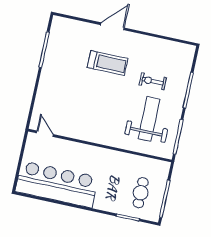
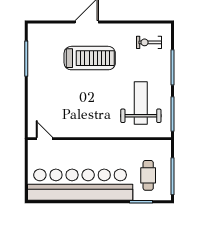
treadmill: (108, 63) -> (90, 58), width x1.37, depth x1.38
exercise bike: (153, 81) -> (149, 42), moved
bar counter: (57, 184) -> (80, 185), width x1.36

